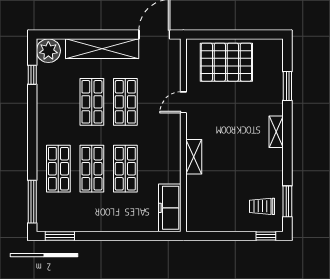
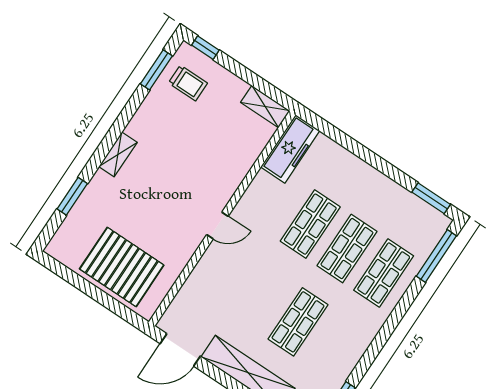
shop shelf: (125, 102) -> (261, 297), removed
door: (183, 102) -> (217, 226), moved
shelving: (194, 157) -> (265, 107), moved, turned 90

